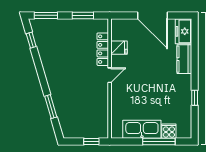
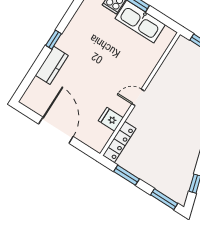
freezer: (184, 31) -> (35, 94), removed
locker: (103, 49) -> (119, 142), moved
window: (195, 98) -> (54, 40), moved

